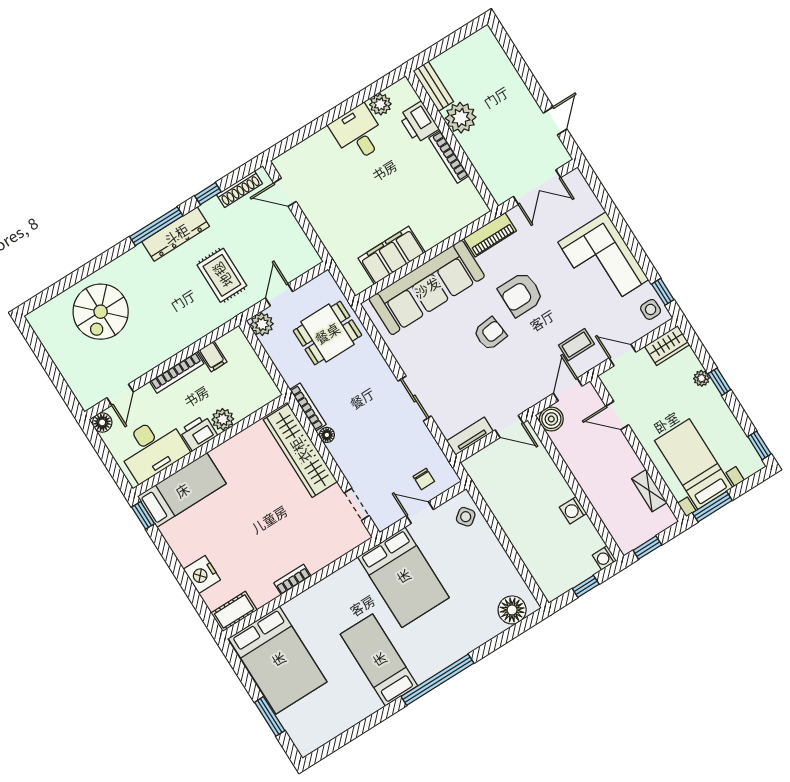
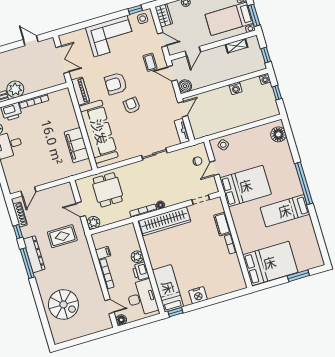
armchair: (521, 294) -> (116, 84), turned 90
door: (623, 355) -> (162, 40), swing flipped
nightstand: (202, 575) -> (198, 295), moved
cot: (234, 611) -> (222, 224), moved

